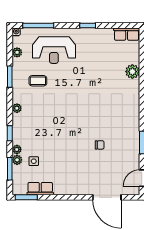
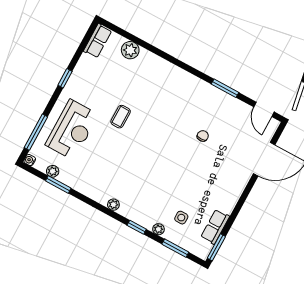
plant: (132, 72) -> (130, 50), moved
window: (10, 77) -> (58, 185), moved
coffee table: (38, 81) -> (121, 117), moved
plant: (17, 160) -> (170, 235), removed

